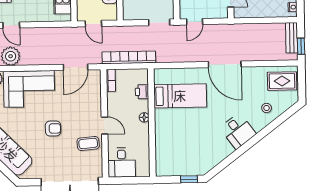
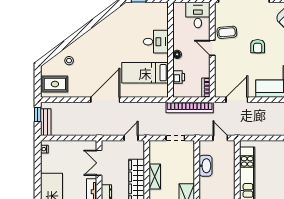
doorway: (159, 22) -> (175, 138), moved
door: (225, 64) -> (105, 100), hinge flipped
armchair: (53, 128) -> (258, 46), turned -90
desk: (238, 131) -> (156, 42), moved, turned 127

